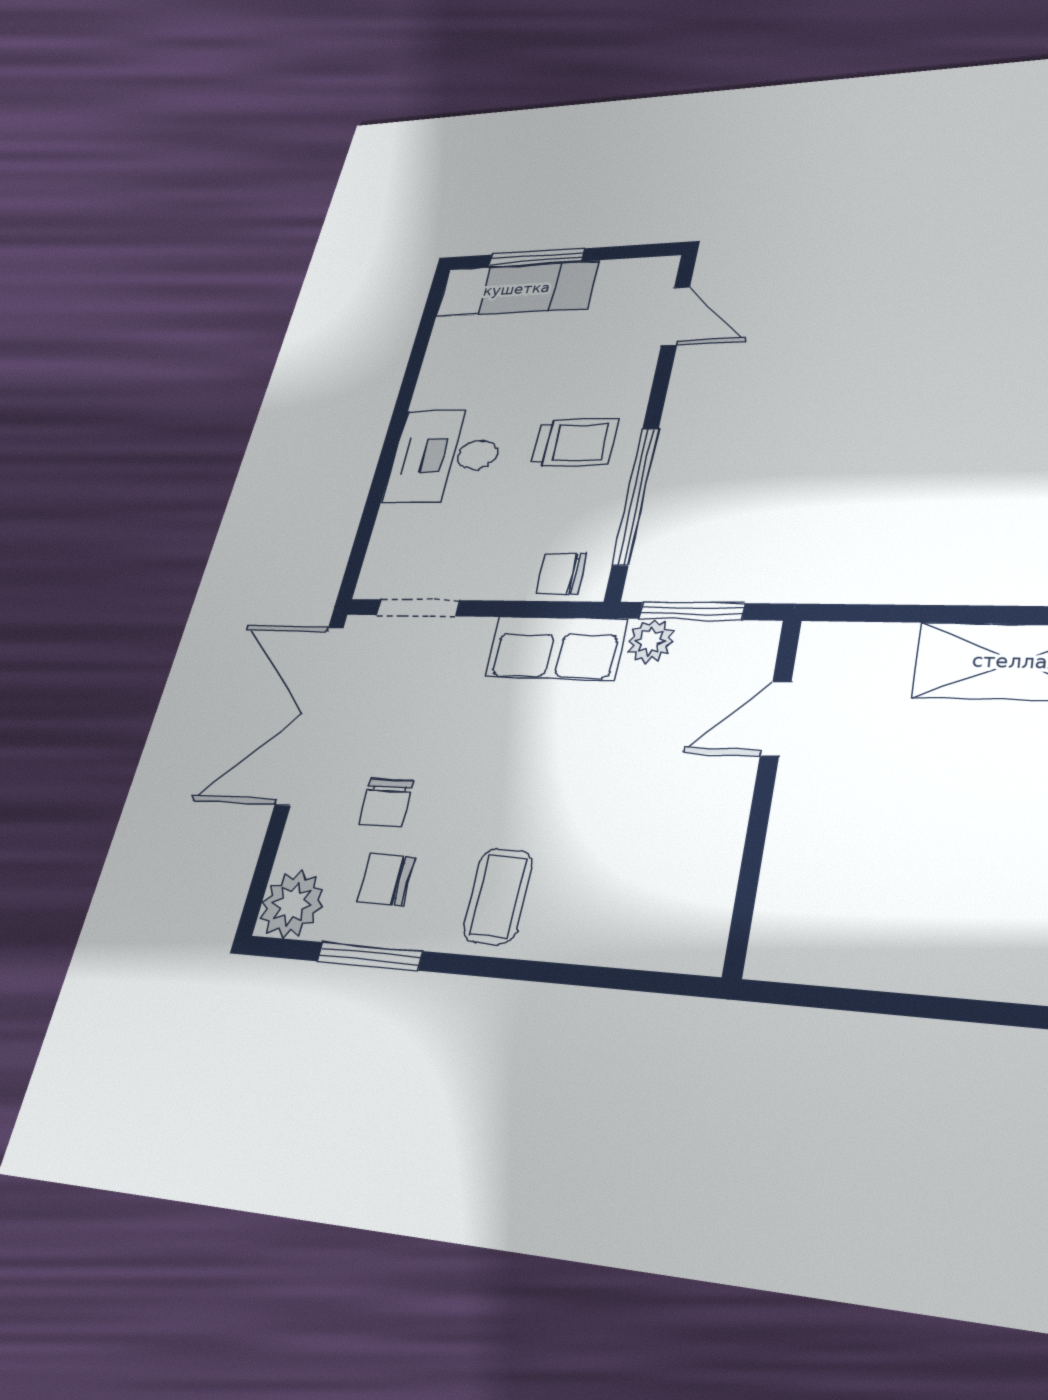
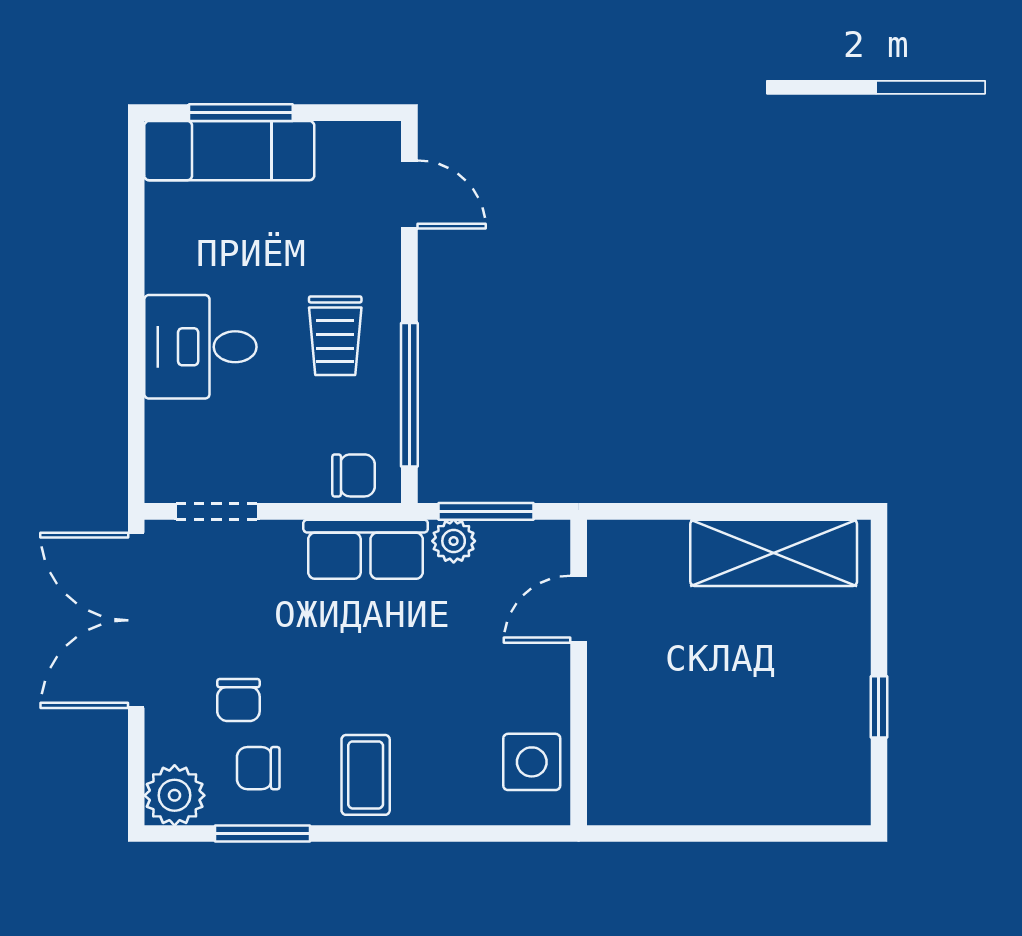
trolley: (575, 442) -> (335, 336), turned 90
chair: (561, 574) -> (354, 475), turned 180
side table: (689, 894) -> (532, 762), added

